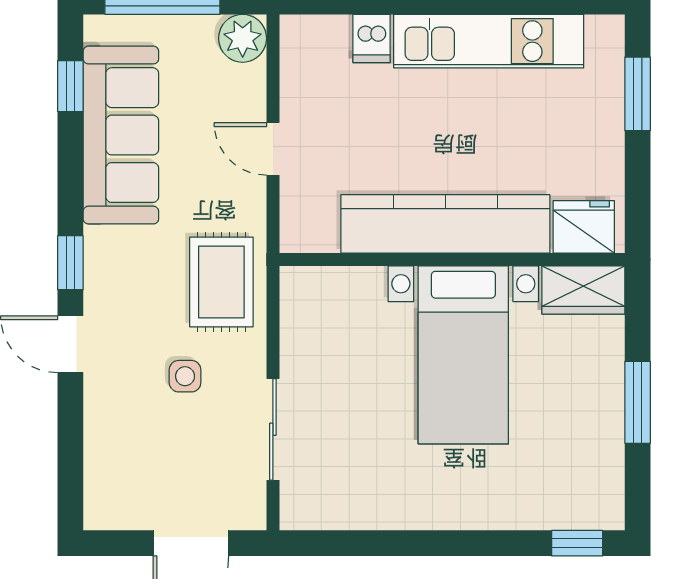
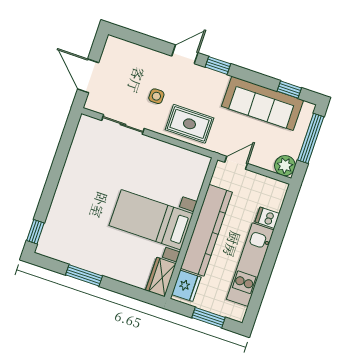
kitchen counter: (445, 224) -> (206, 230), moved
fridge: (584, 227) -> (186, 286), moved
wall: (452, 260) -> (191, 228), moved
wardrobe: (583, 290) -> (161, 277), moved
bed with nightstands: (463, 355) -> (151, 220), moved

